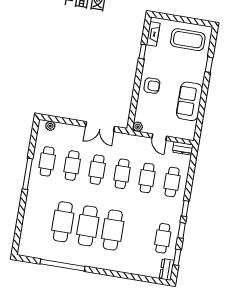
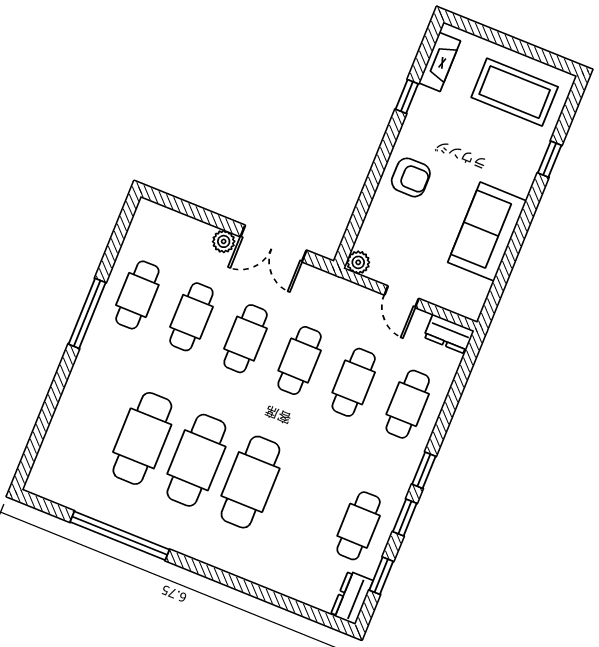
plant: (50, 126) -> (224, 241), moved

